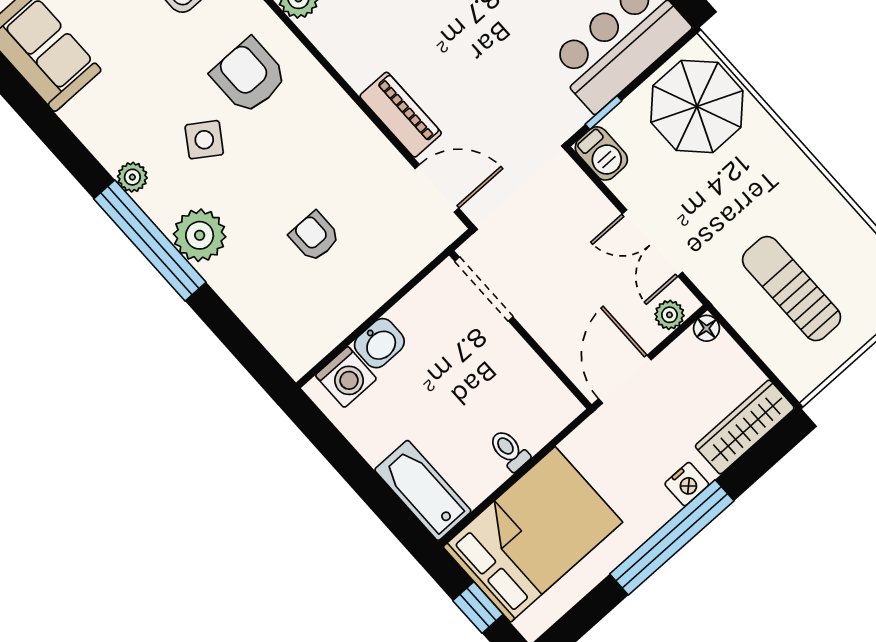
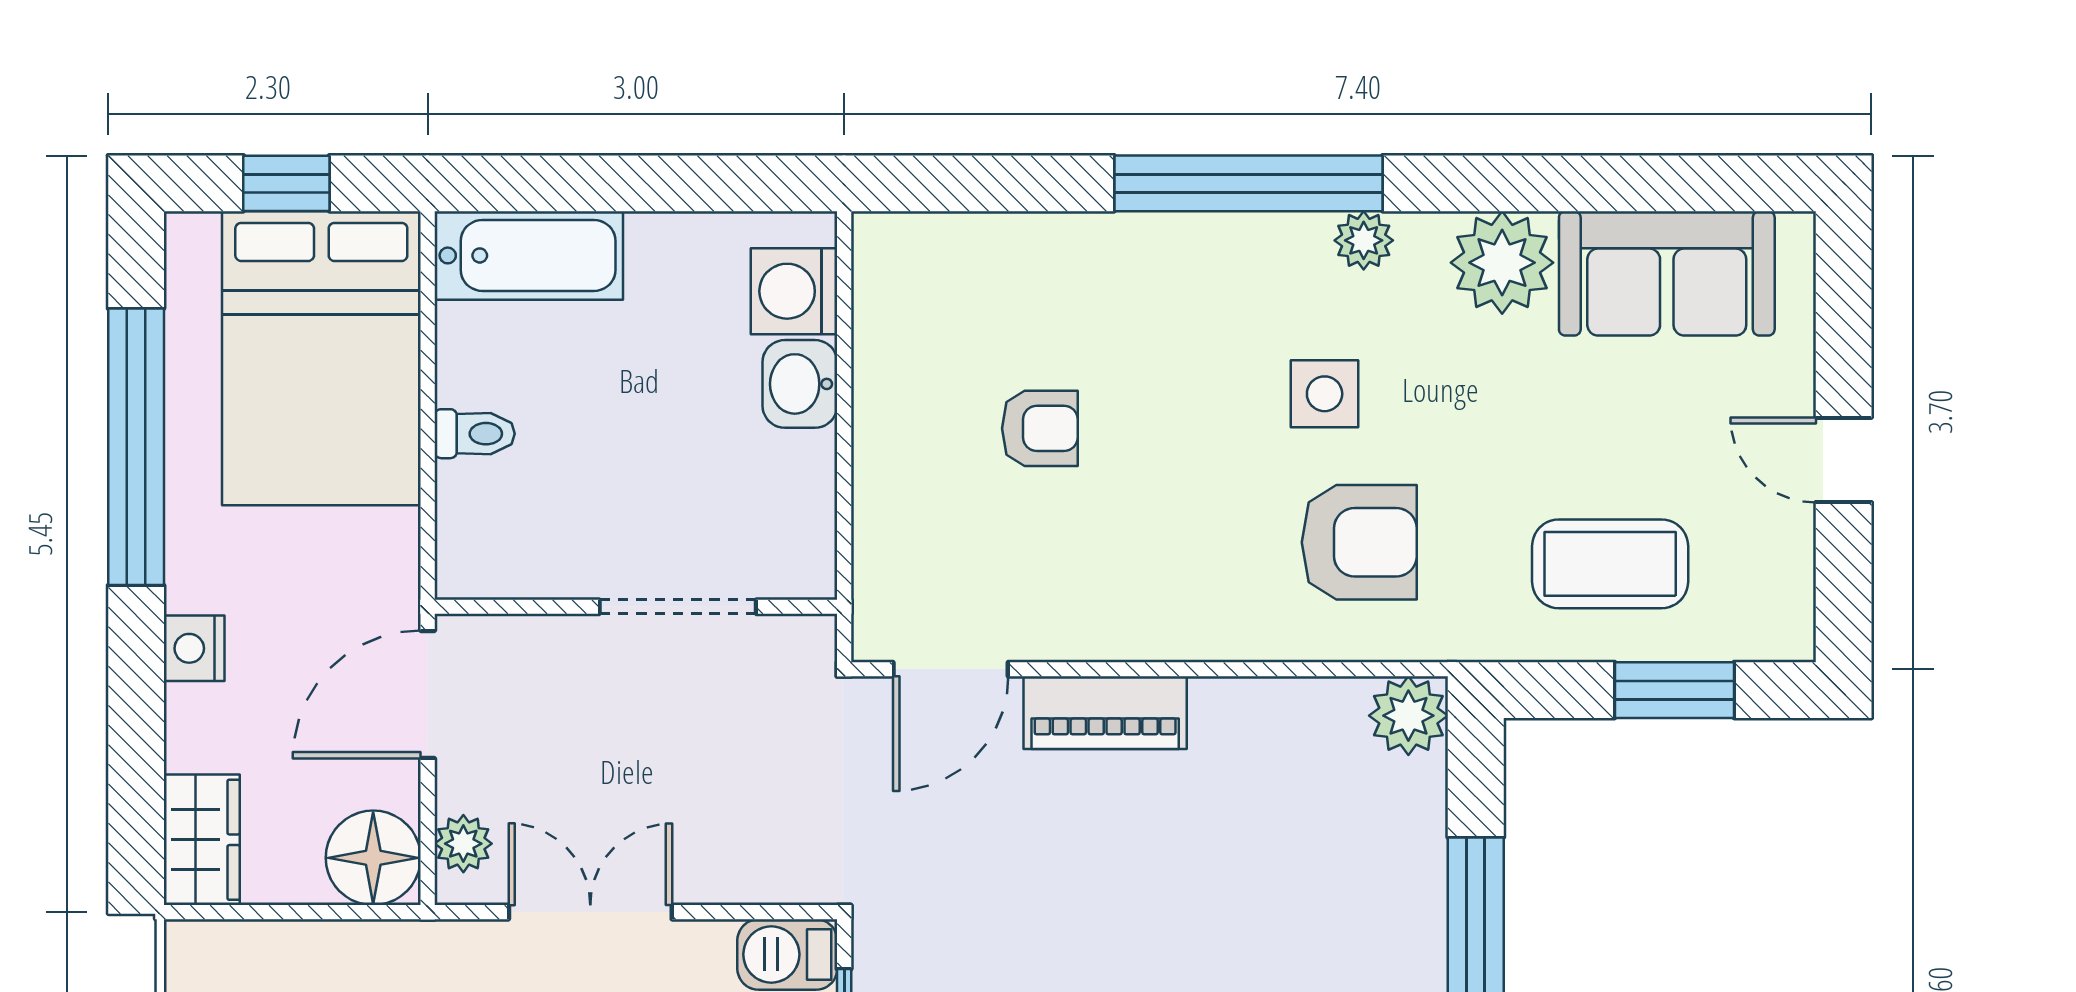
side table: (204, 140) -> (1325, 394), turned -34
plant: (200, 235) -> (1502, 263), moved
doorway: (484, 289) -> (678, 607), moved
floor lamp: (707, 328) -> (373, 858), width x1.89, depth x1.89
door: (625, 379) -> (428, 695), swing flipped
wardrobe: (745, 427) -> (202, 840), width x0.67
window: (672, 537) -> (136, 447), moved

